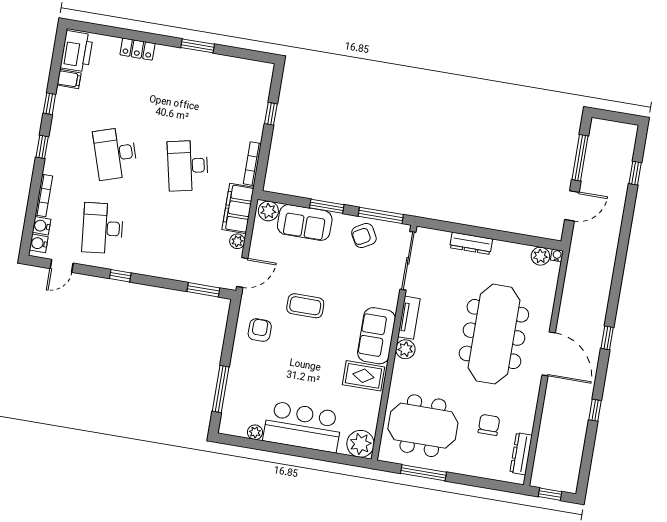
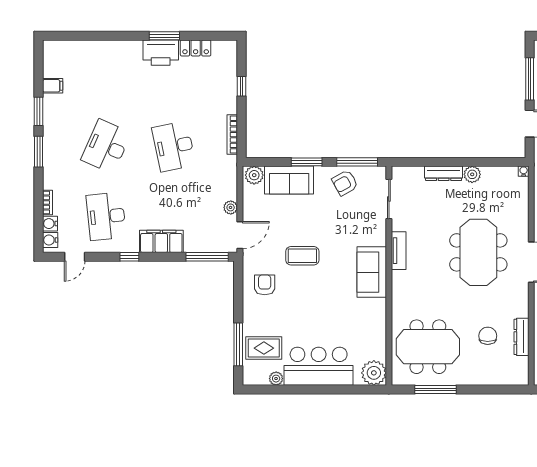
locker: (137, 49) -> (196, 48), moved
printer: (77, 51) -> (161, 53), moved, turned 90
window: (49, 104) -> (38, 111), width x1.50
window: (42, 147) -> (38, 152), width x1.50
desk: (115, 153) -> (106, 146), turned 42
bookcase: (44, 195) -> (47, 203), width x0.64
filing cabinet: (238, 208) -> (161, 241), moved, turned 90
plant: (540, 256) -> (472, 174), moved
sliding door: (408, 261) -> (389, 199), width x0.73
window: (203, 290) -> (207, 257), width x1.44
meeting table: (494, 334) -> (478, 252), width x0.73
plant: (405, 349) -> (400, 280), removed
rug: (363, 376) -> (264, 348), moved
dresser: (521, 454) -> (521, 337), moved

